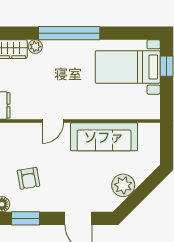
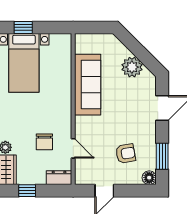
chair: (41, 89) -> (44, 142), added
door: (53, 121) -> (73, 148), moved

